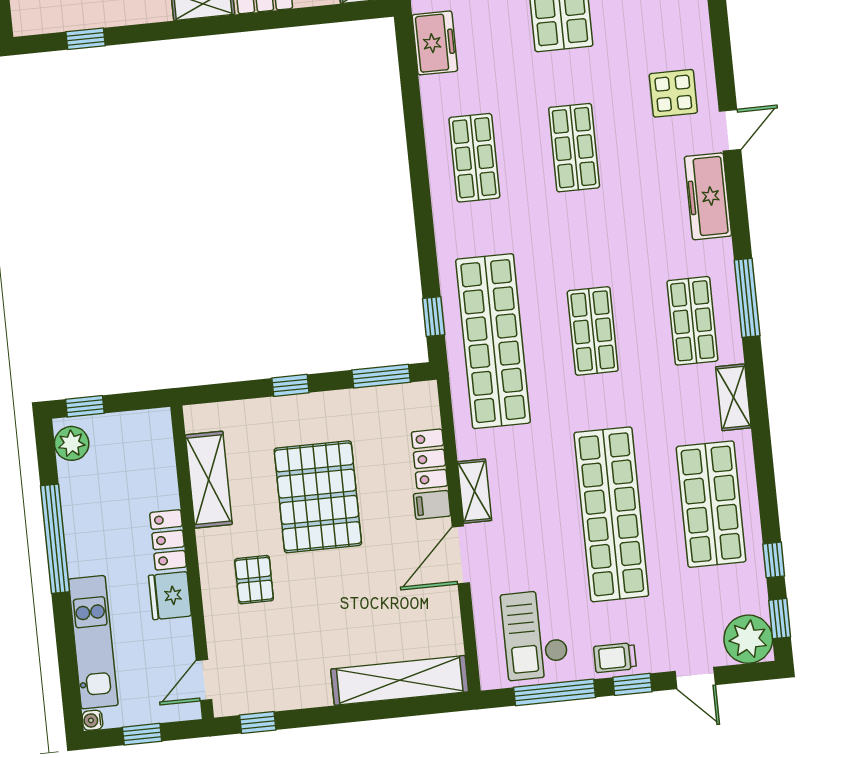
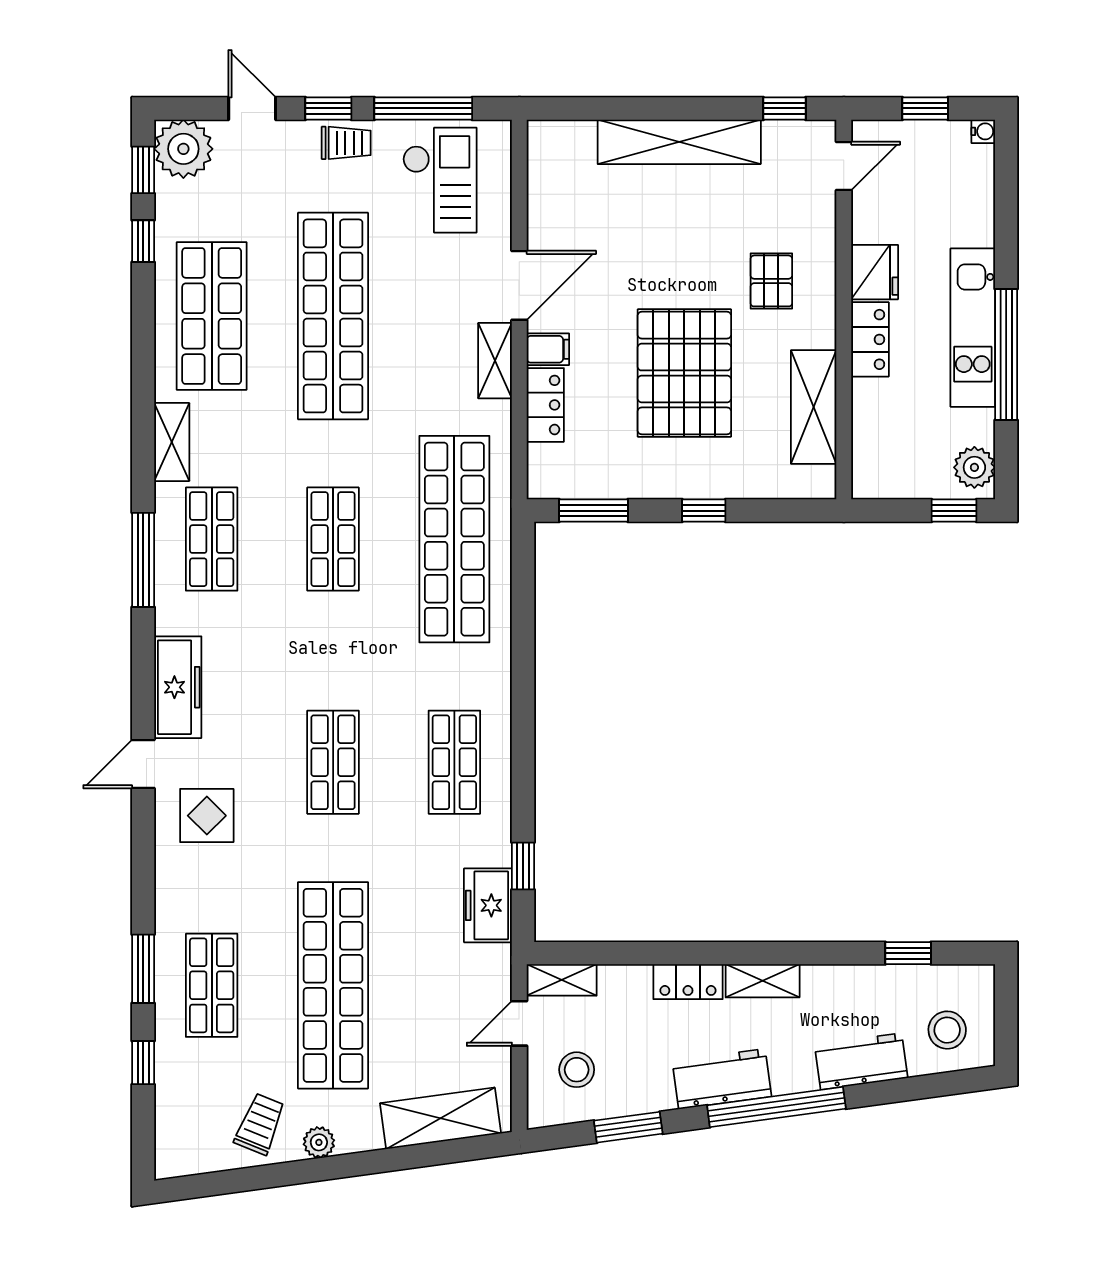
window: (434, 317) -> (523, 866), moved
kitchen unit: (93, 642) -> (973, 328), moved
shelving: (400, 680) -> (679, 142), moved

